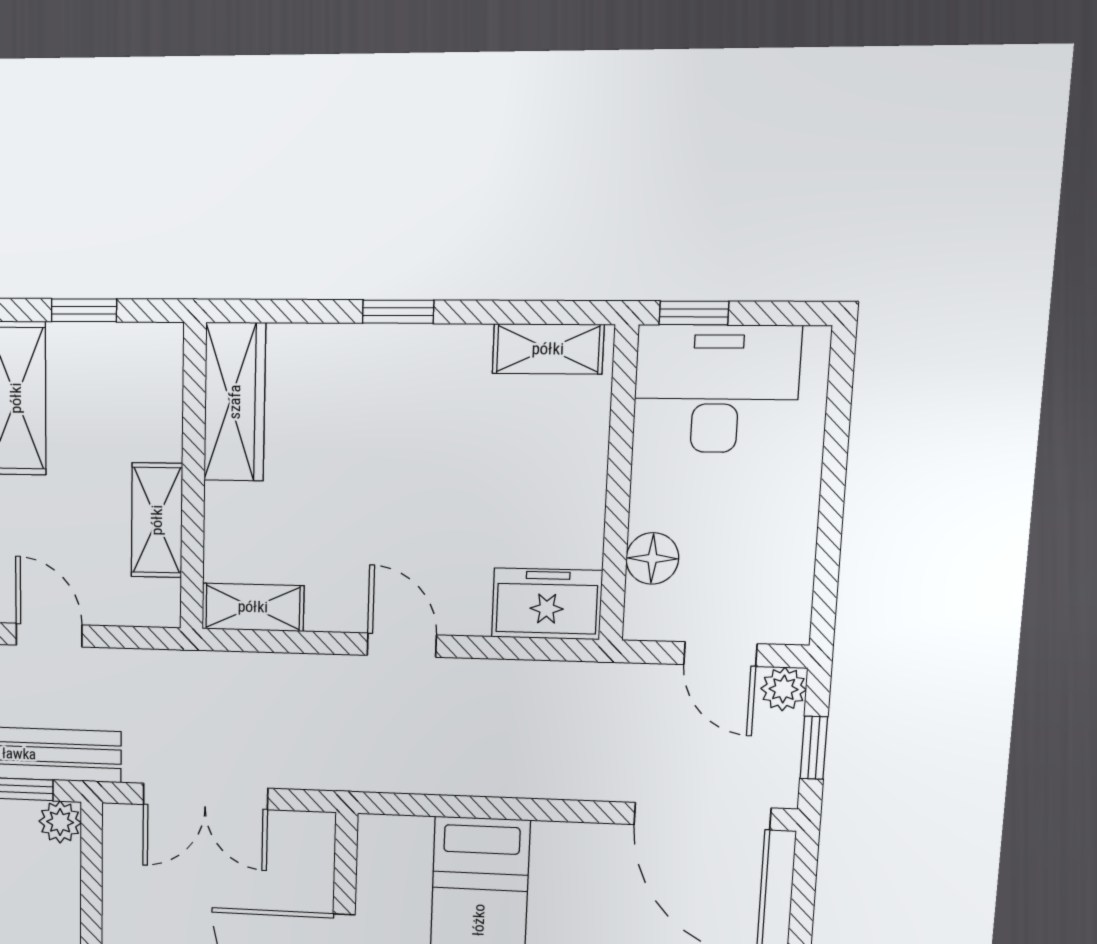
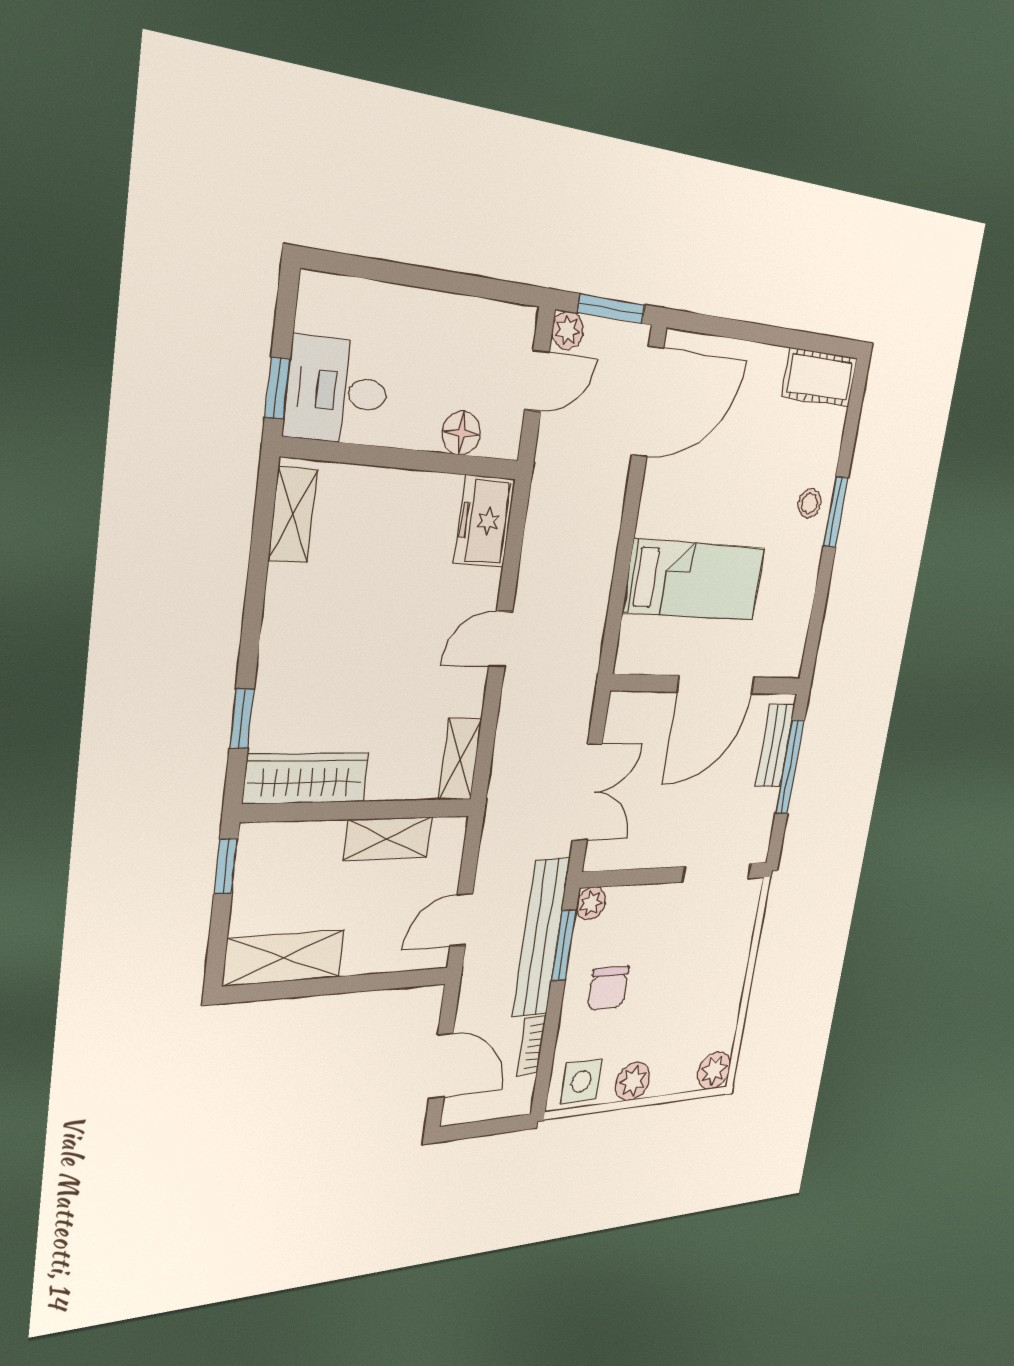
window: (84, 310) -> (226, 866), moved
window: (398, 312) -> (242, 719), moved
desk: (716, 389) -> (337, 391), width x0.73
window: (814, 748) -> (611, 309), width x1.50

